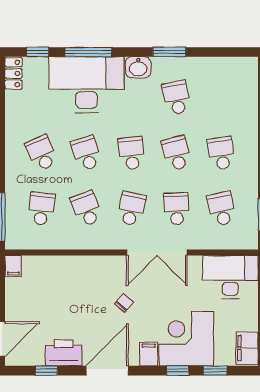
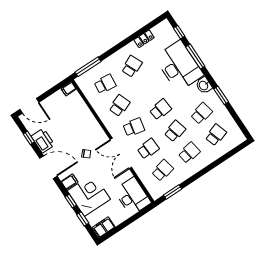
locker: (13, 73) -> (144, 39), moved
school desk: (86, 153) -> (216, 135), moved

